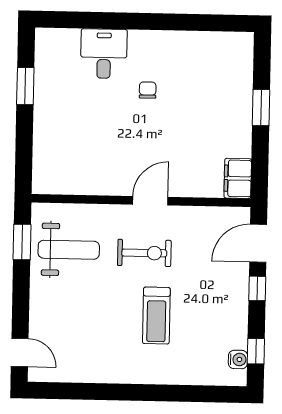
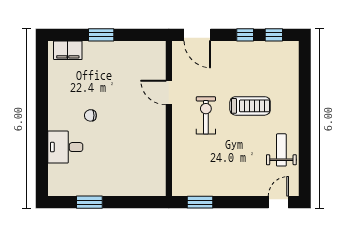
filing cabinet: (238, 178) -> (68, 50), moved
door: (150, 201) -> (169, 92), moved
weight bench: (69, 250) -> (281, 150), moved, width x0.73, depth x0.75
window: (257, 288) -> (245, 35), moved
water cooler: (238, 359) -> (280, 47), removed

